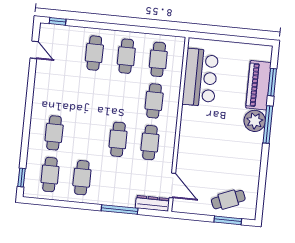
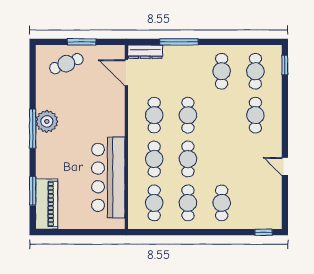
door: (34, 50) -> (285, 167), moved
bar counter: (200, 78) -> (108, 177), width x1.36
piano: (259, 85) -> (47, 204), moved
cafe table: (122, 98) -> (188, 159), added
plant: (255, 121) -> (47, 121), moved
window: (268, 125) -> (33, 129), moved
window: (228, 220) -> (82, 42), moved

